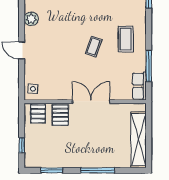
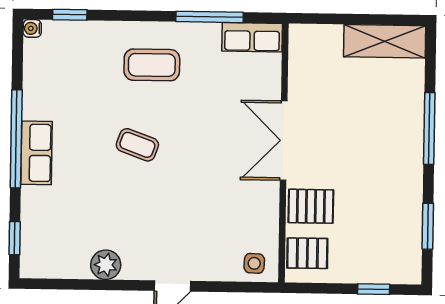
coffee table: (94, 46) -> (137, 145), moved
shelving: (139, 140) -> (385, 41), width x0.68

